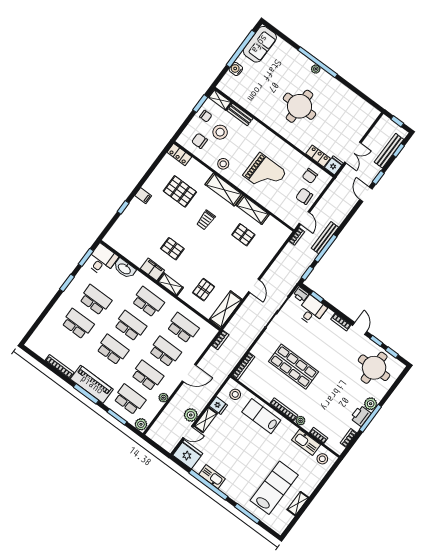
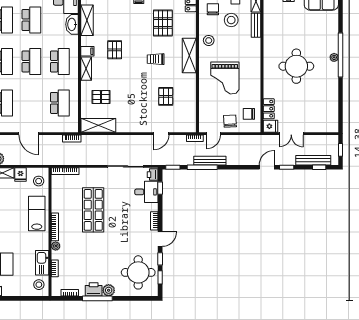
shelving: (253, 210) -> (87, 20), moved
filing cabinet: (152, 269) -> (87, 51), width x0.50
door: (254, 286) -> (161, 134), moved
school desk: (165, 352) -> (31, 103), removed

